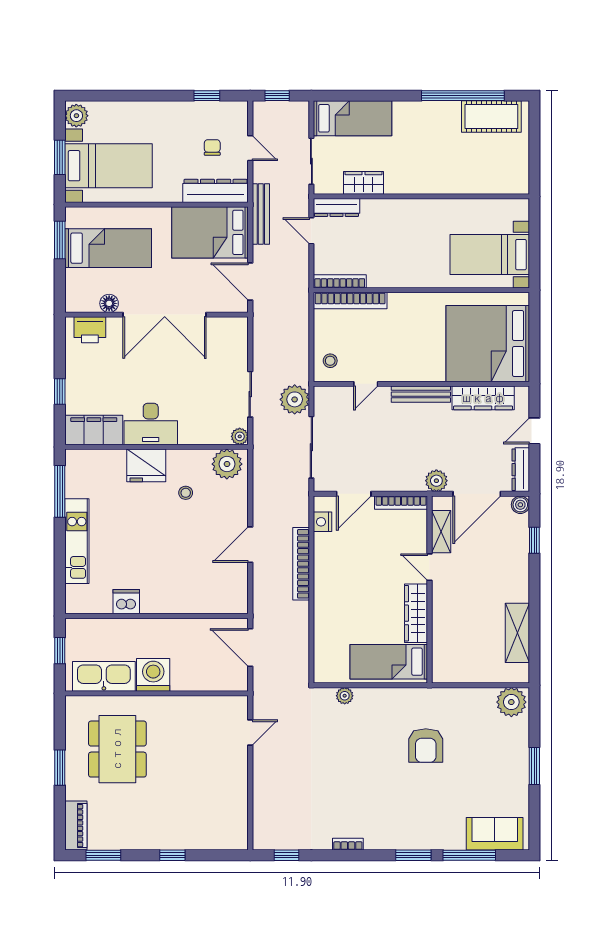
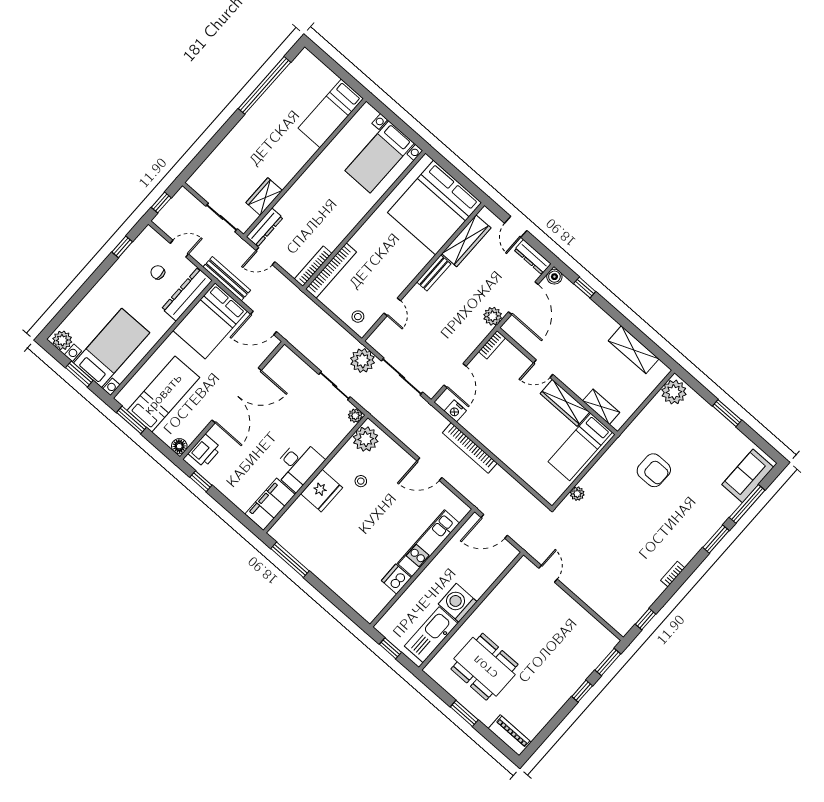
cot: (491, 117) -> (293, 79), removed
bed: (352, 118) -> (331, 113), moved, turned 180
floor lamp: (109, 303) -> (179, 446), moved
window: (60, 391) -> (201, 481), moved
bench: (421, 394) -> (434, 273), width x0.73
bookcase: (401, 503) -> (492, 345), width x0.64
shelving: (441, 532) -> (601, 407), moved
kitchen unit: (77, 541) -> (429, 543), moved, turned -90
door: (250, 545) -> (429, 469), hinge flipped
window: (103, 855) -> (608, 662), moved

